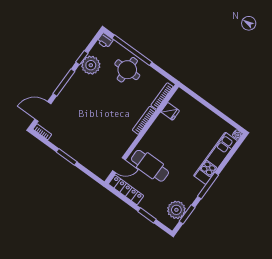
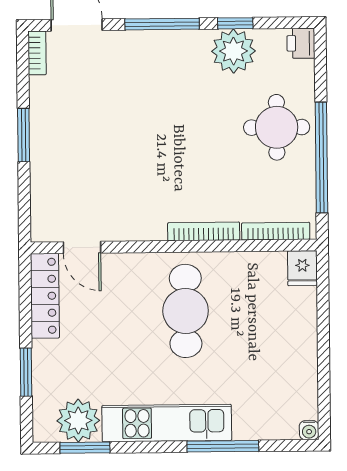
window: (132, 50) -> (321, 158), moved
fridge: (170, 111) -> (302, 268), moved
kitchen unit: (216, 158) -> (167, 423), moved
cafe table: (150, 166) -> (186, 311), moved
window: (208, 186) -> (223, 446), moved

